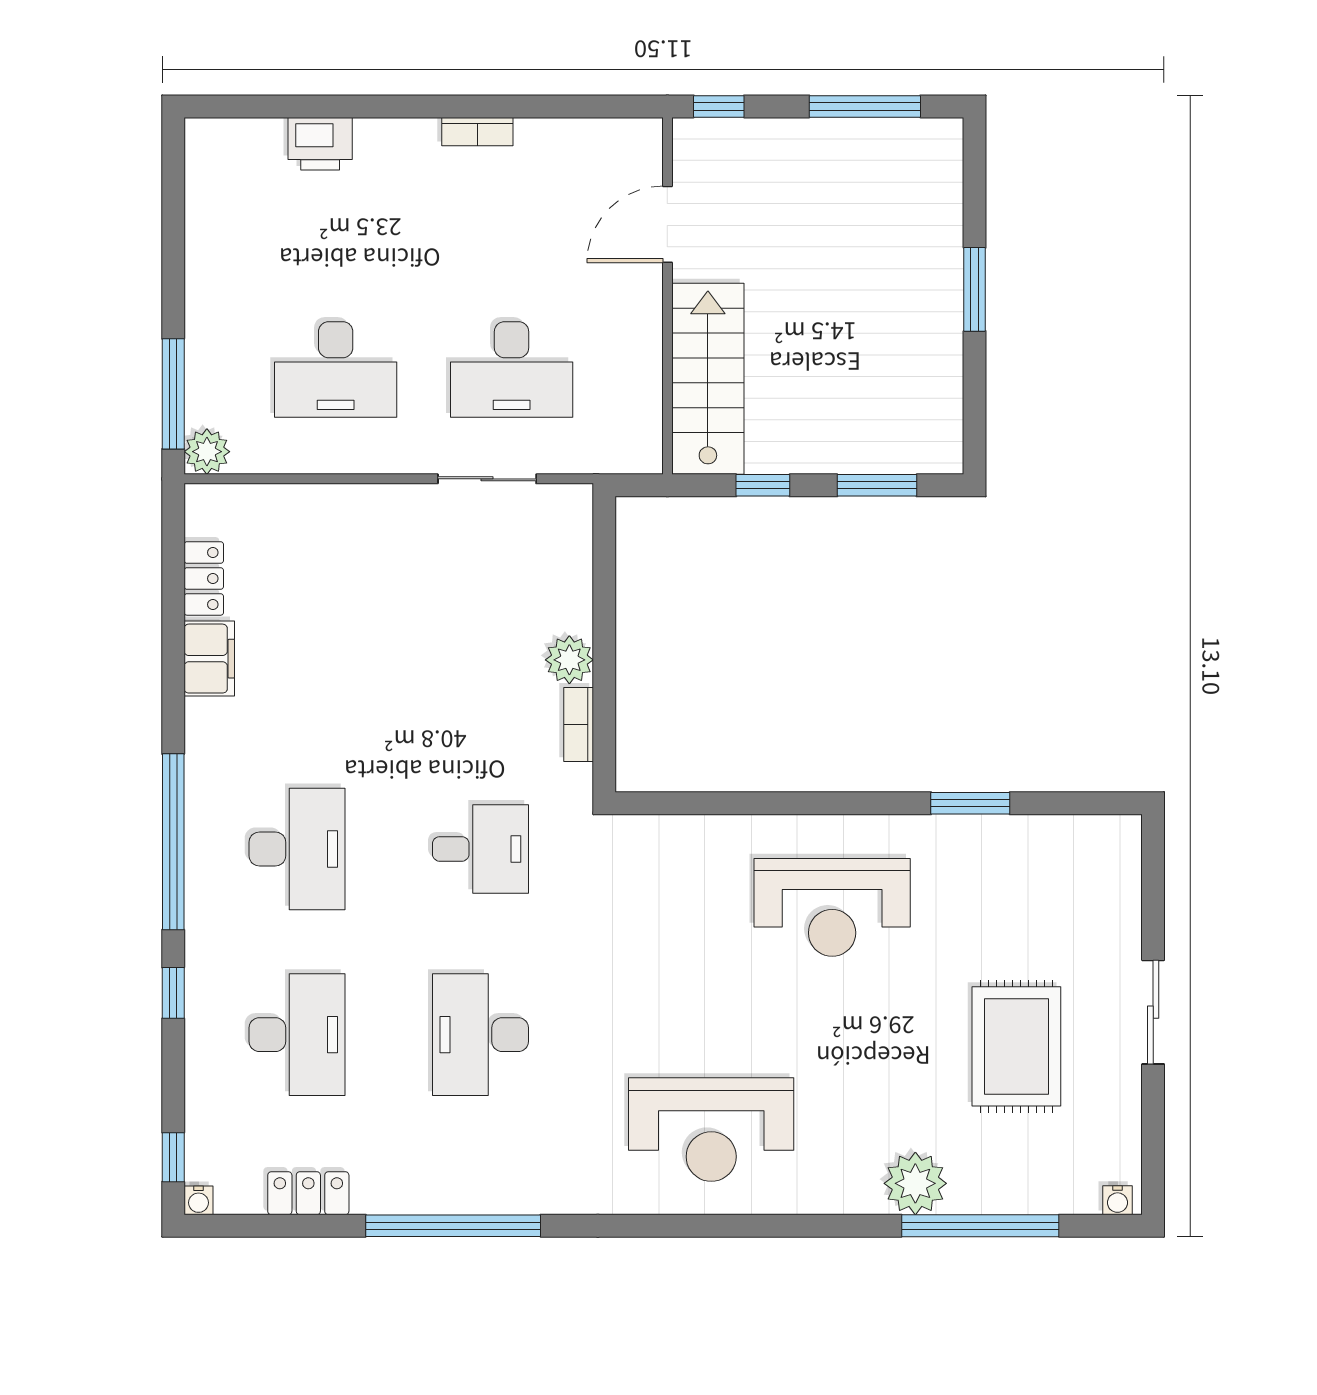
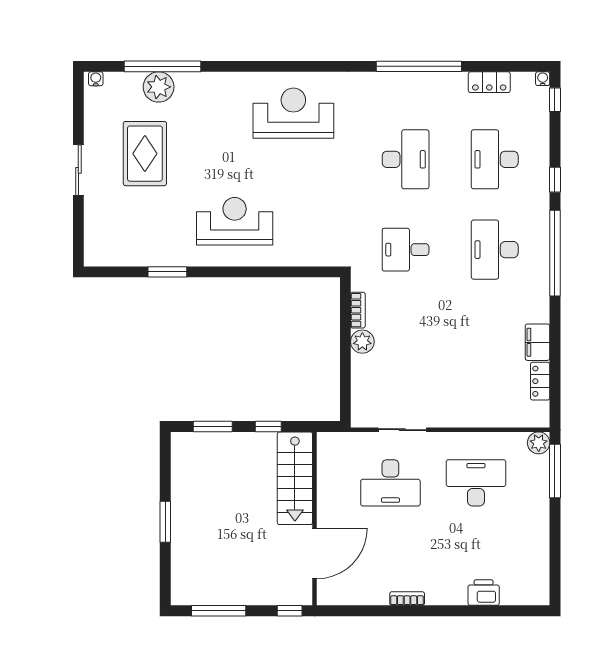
door: (667, 224) -> (315, 553), width x1.36
desk: (512, 369) -> (390, 483), turned 180
plant: (915, 1183) -> (159, 87), moved

